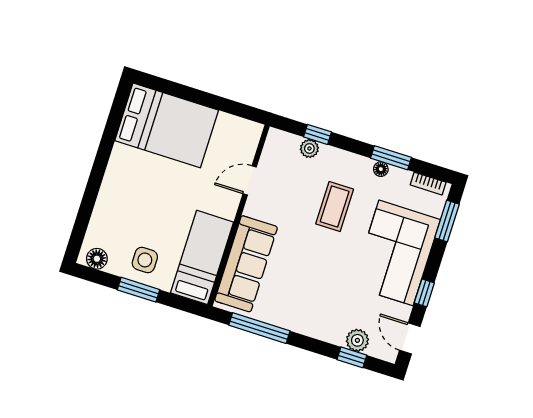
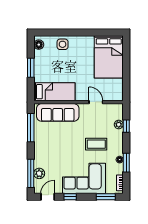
side table: (145, 260) -> (63, 44), moved
window: (352, 357) -> (31, 173), width x2.17

